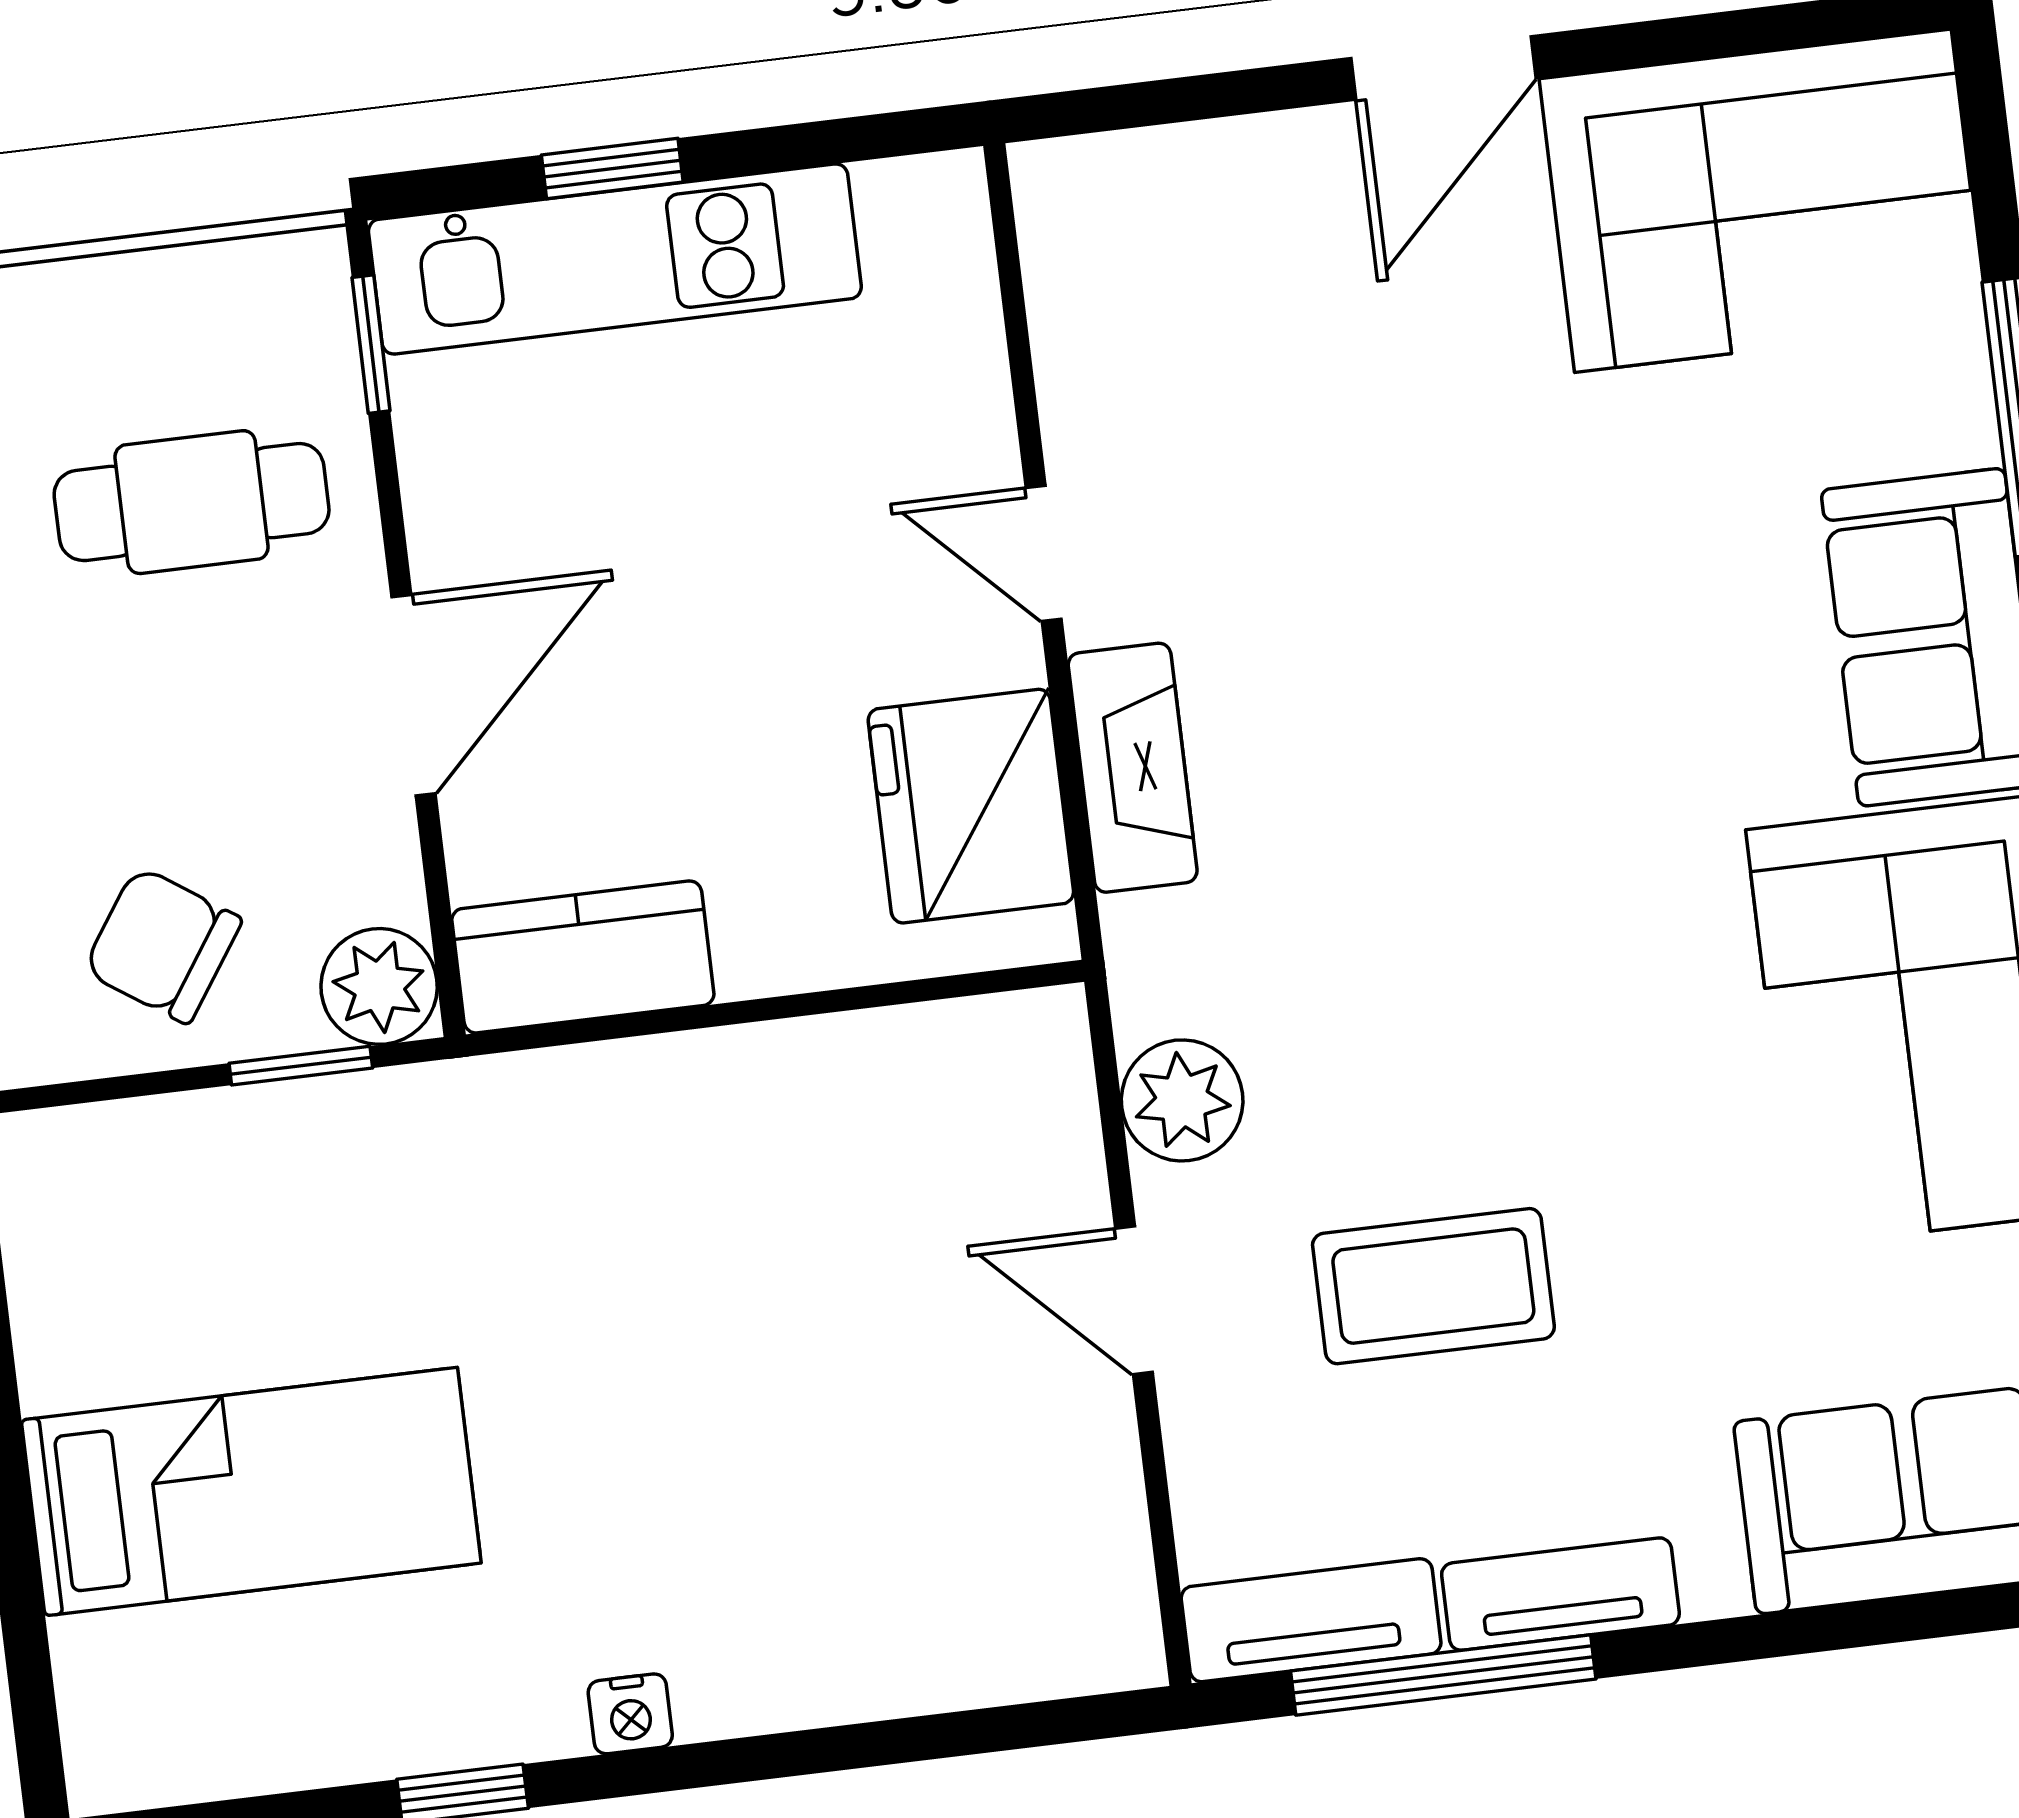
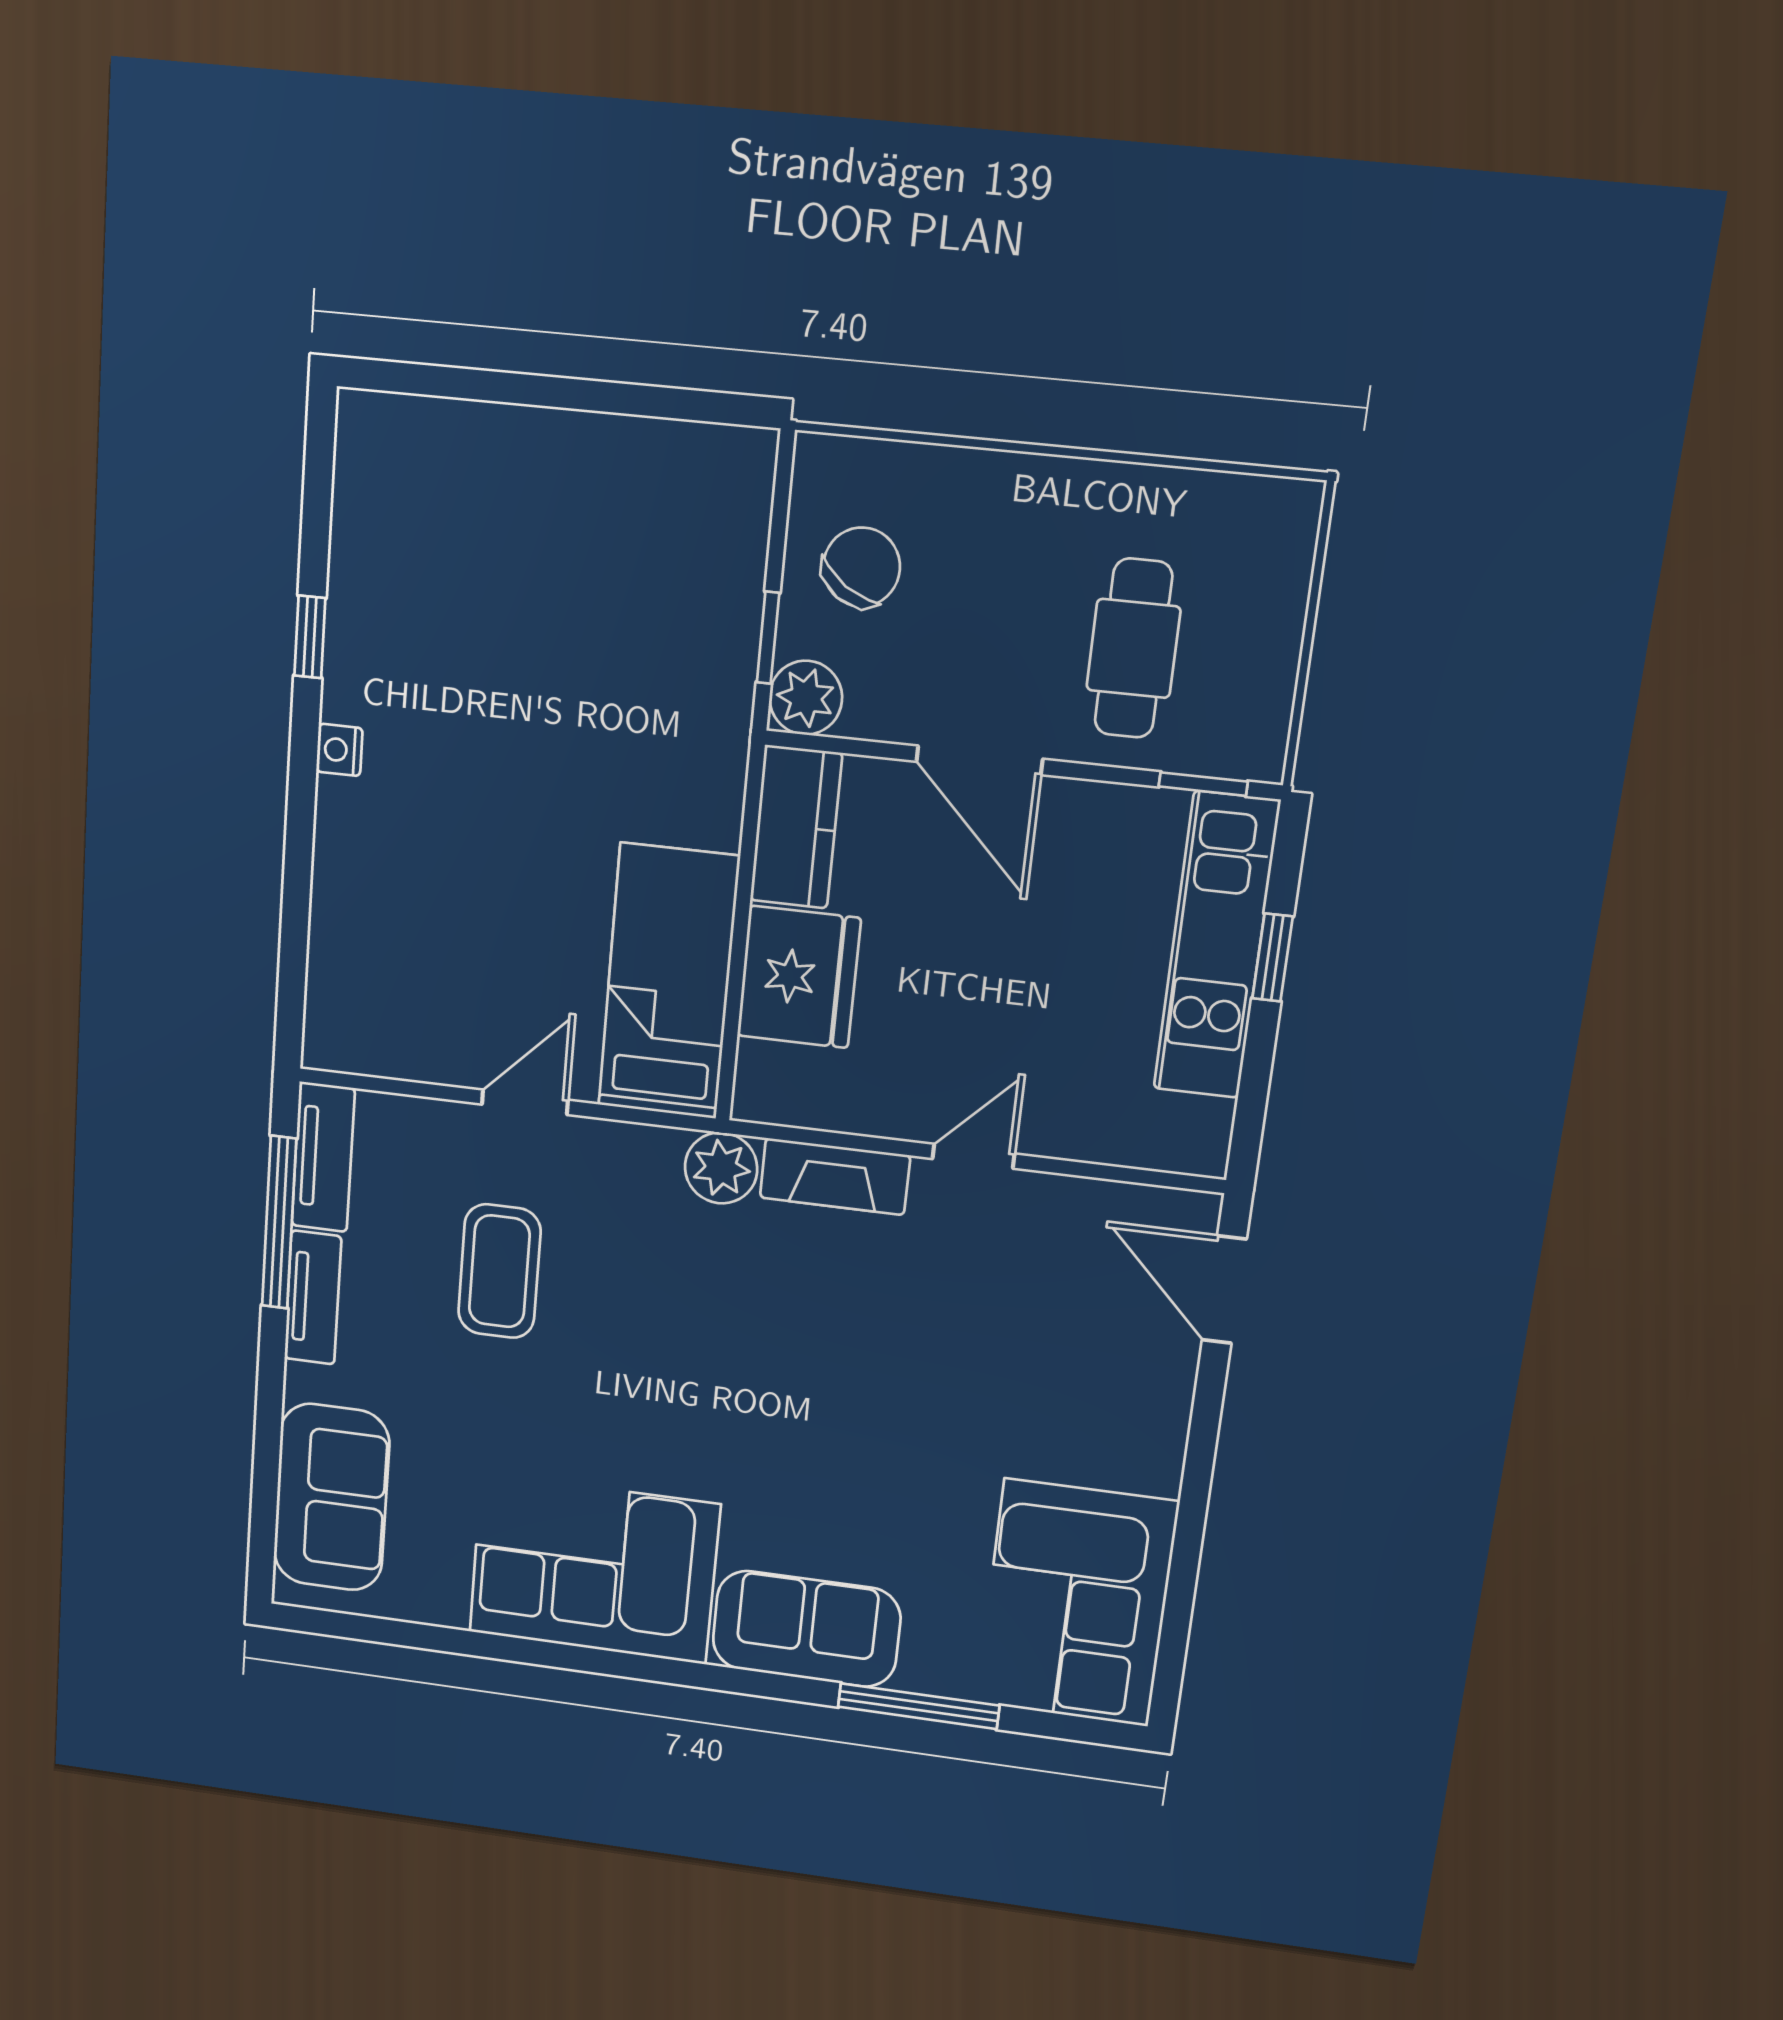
door: (1443, 68) -> (1224, 1290), moved
fridge: (971, 806) -> (799, 977), moved, turned 90
plant: (1182, 1100) -> (721, 1168), moved
bed: (251, 1492) -> (669, 982), moved, turned 180

